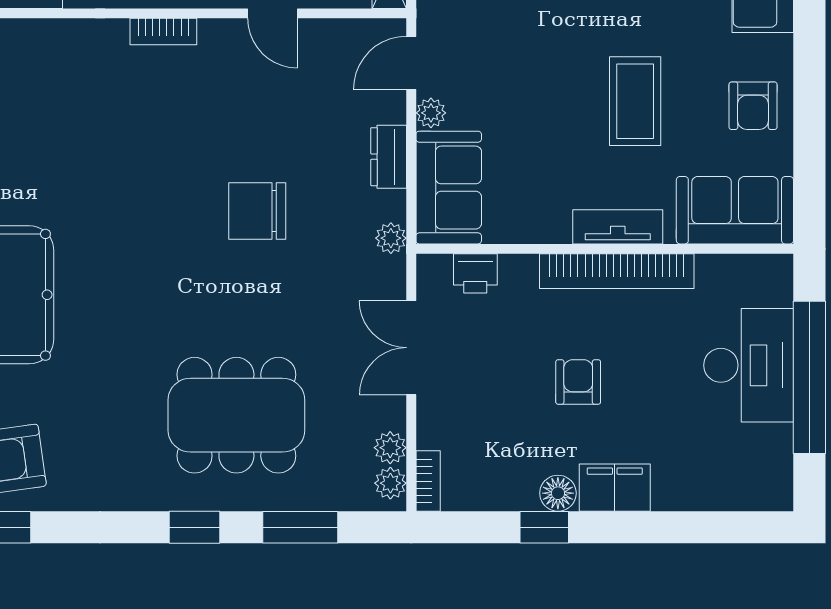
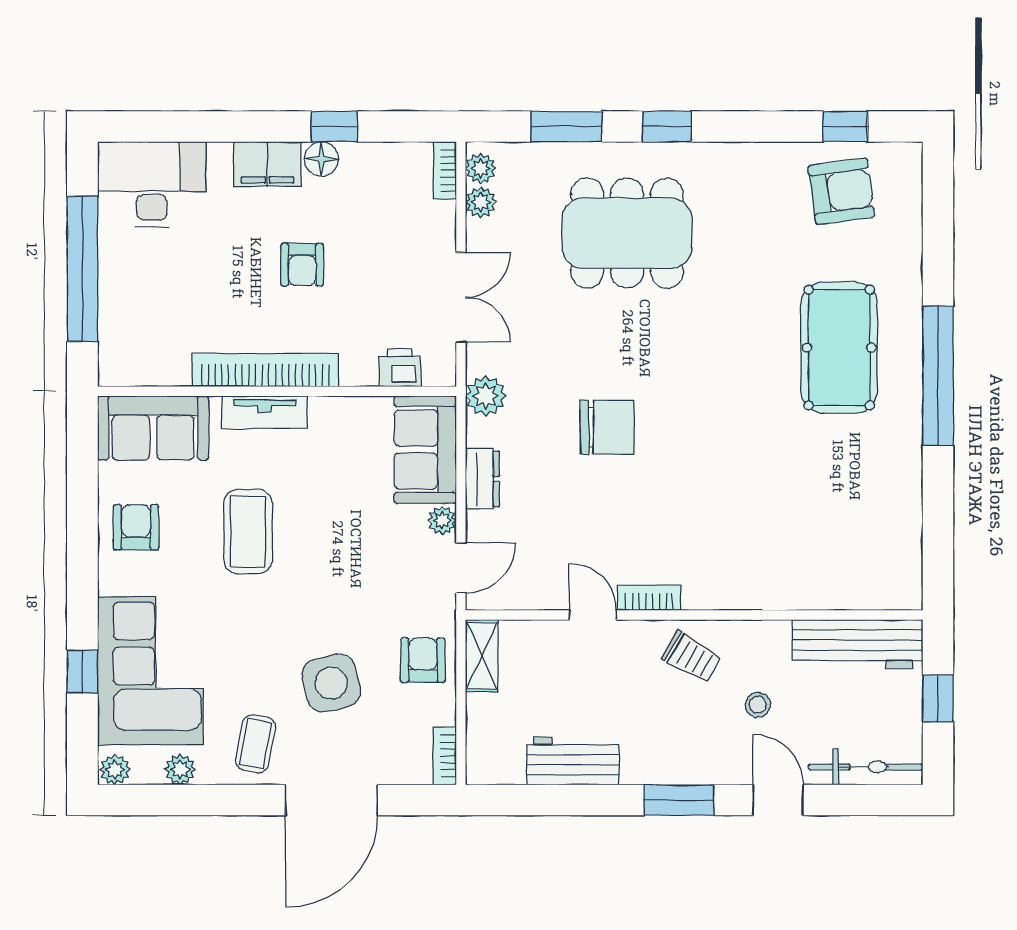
bookcase: (163, 32) -> (649, 598), moved
plant: (391, 238) -> (486, 396), width x1.38, depth x1.38
desk: (749, 365) -> (152, 184), moved, turned 90

